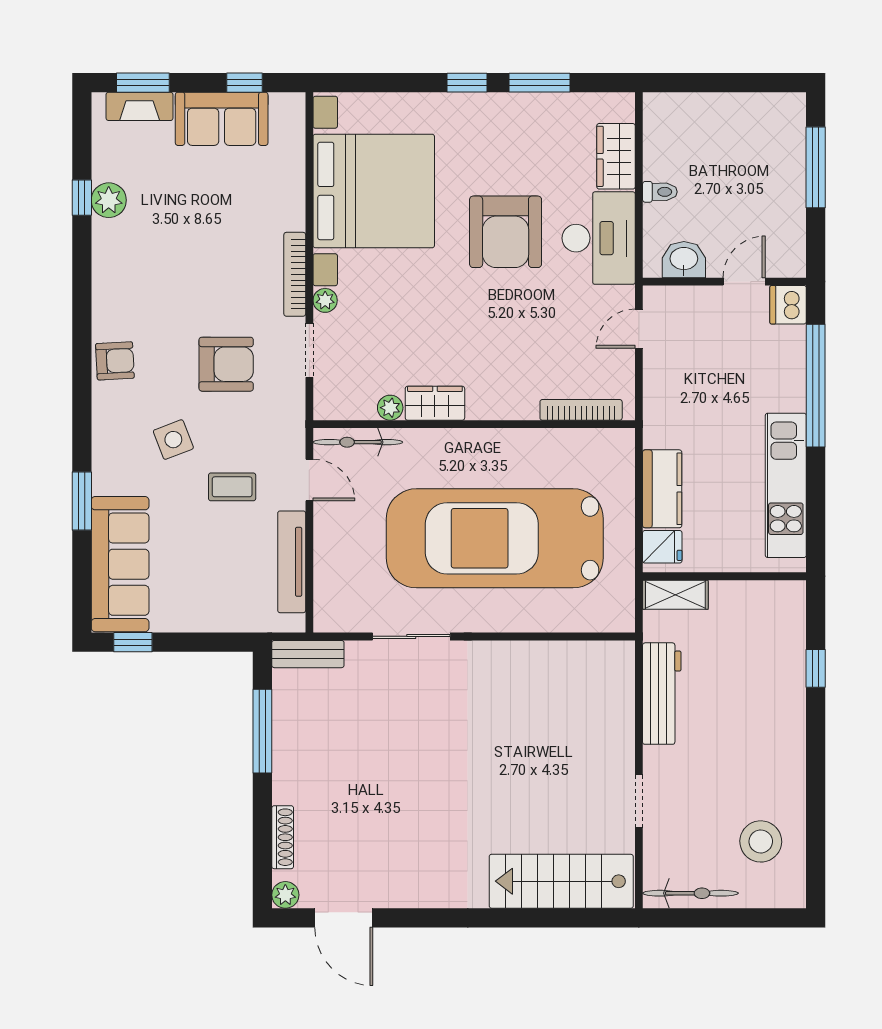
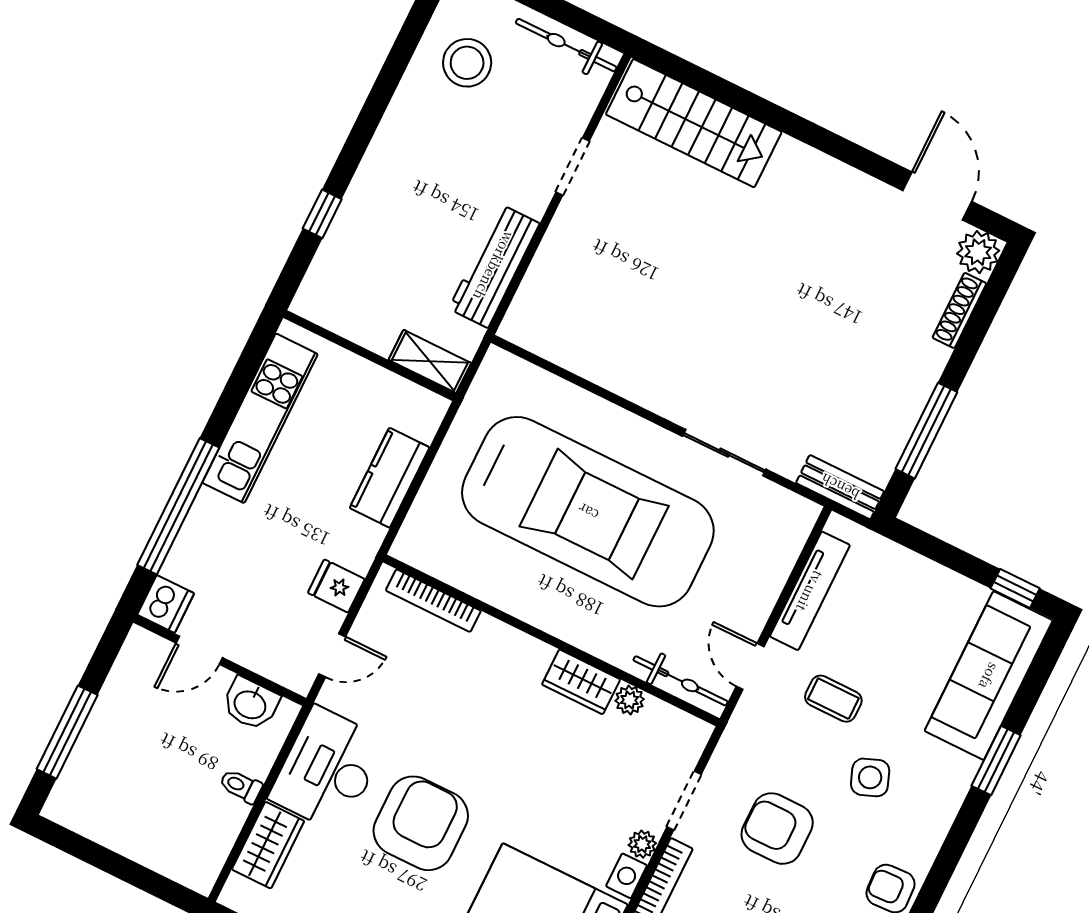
fridge: (662, 547) -> (336, 586), moved
plant: (285, 895) -> (978, 252), width x1.38, depth x1.38

